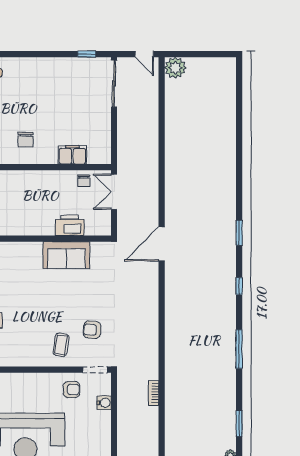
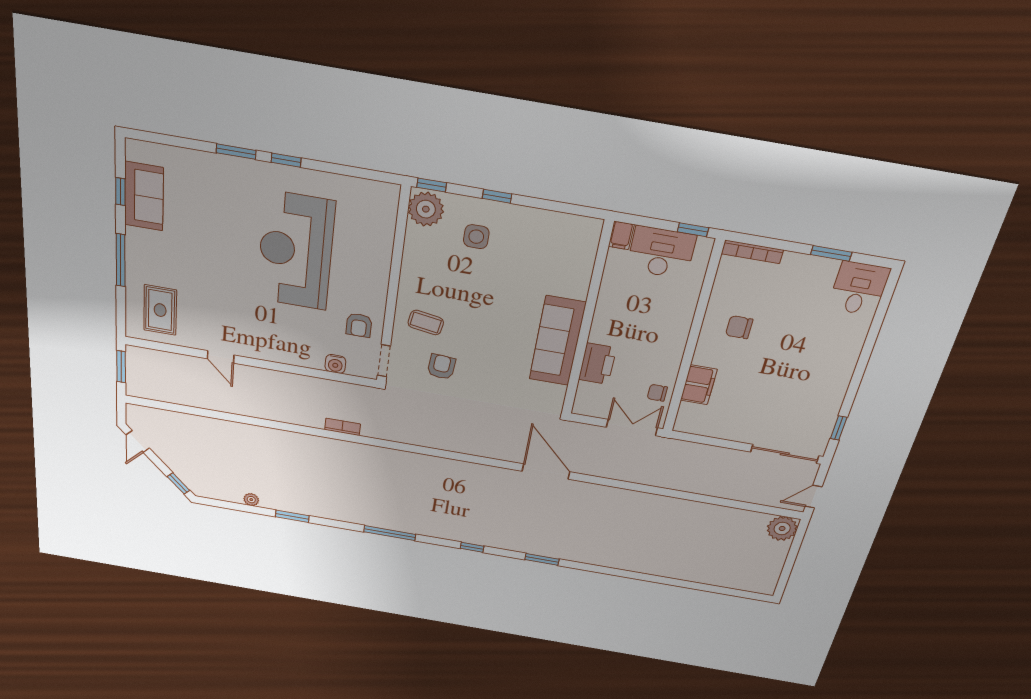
sofa: (66, 255) -> (557, 341), width x1.36

